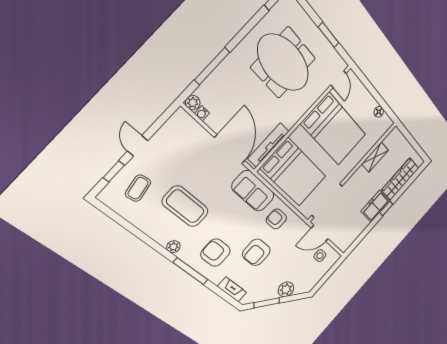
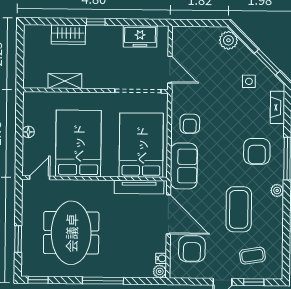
window: (329, 35) -> (18, 239), moved
window: (212, 66) -> (103, 281), moved
floor lamp: (379, 112) -> (28, 132), moved
door: (230, 149) -> (168, 214), swing flipped
wardrobe: (400, 179) -> (68, 35), width x0.67
freezer: (375, 206) -> (140, 36), moved
armchair: (256, 252) -> (192, 249), moved, turned 90
side table: (320, 256) -> (249, 81), moved
plant: (286, 289) -> (228, 40), moved

